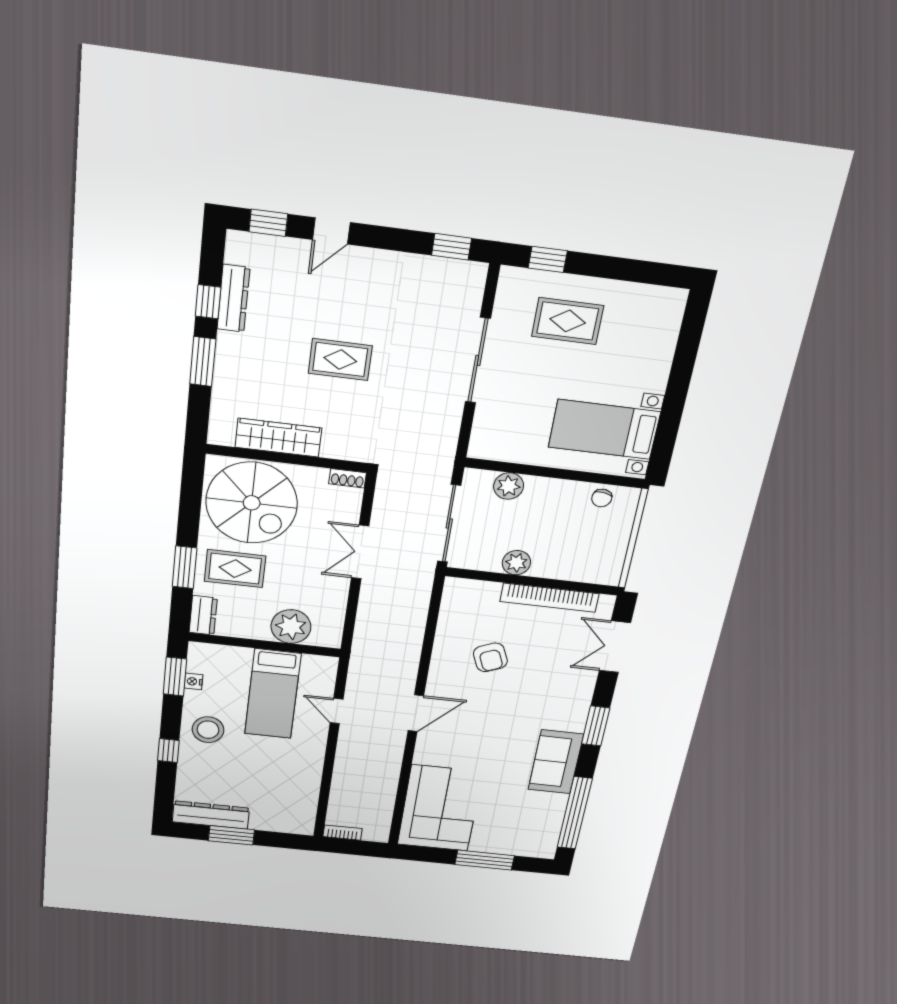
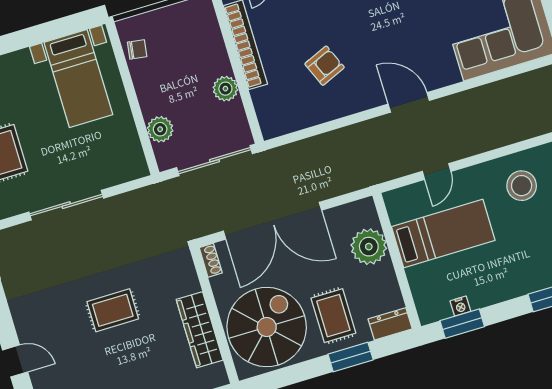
rug: (340, 360) -> (113, 310), turned 90
double door: (360, 552) -> (273, 221), width x1.87
stool: (208, 730) -> (522, 186), moved

